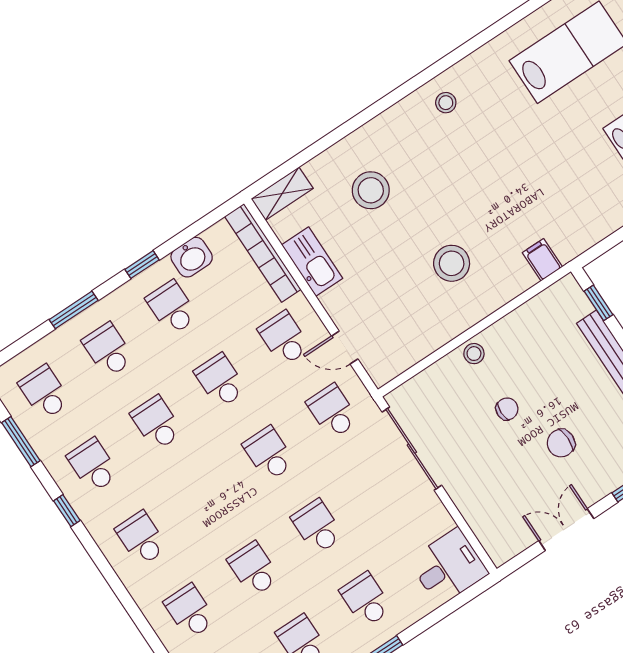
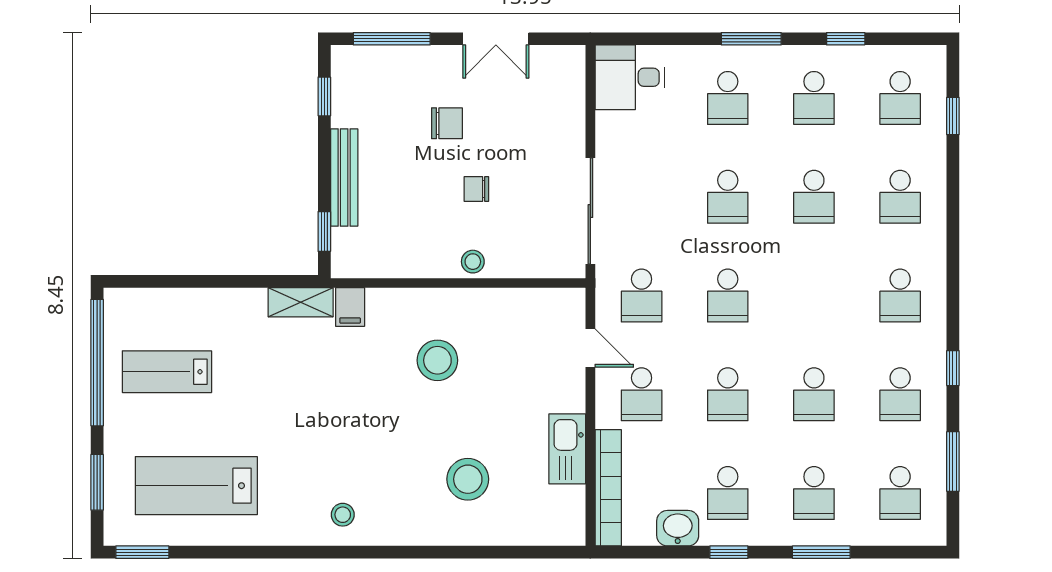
shelving: (282, 194) -> (301, 302), moved

